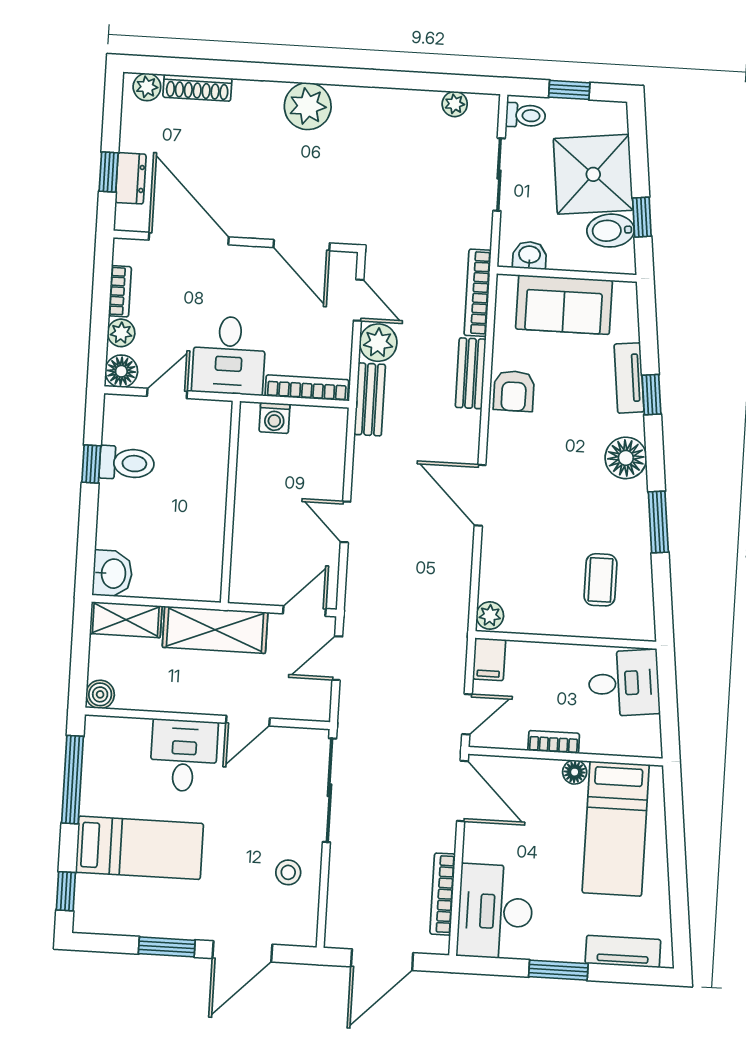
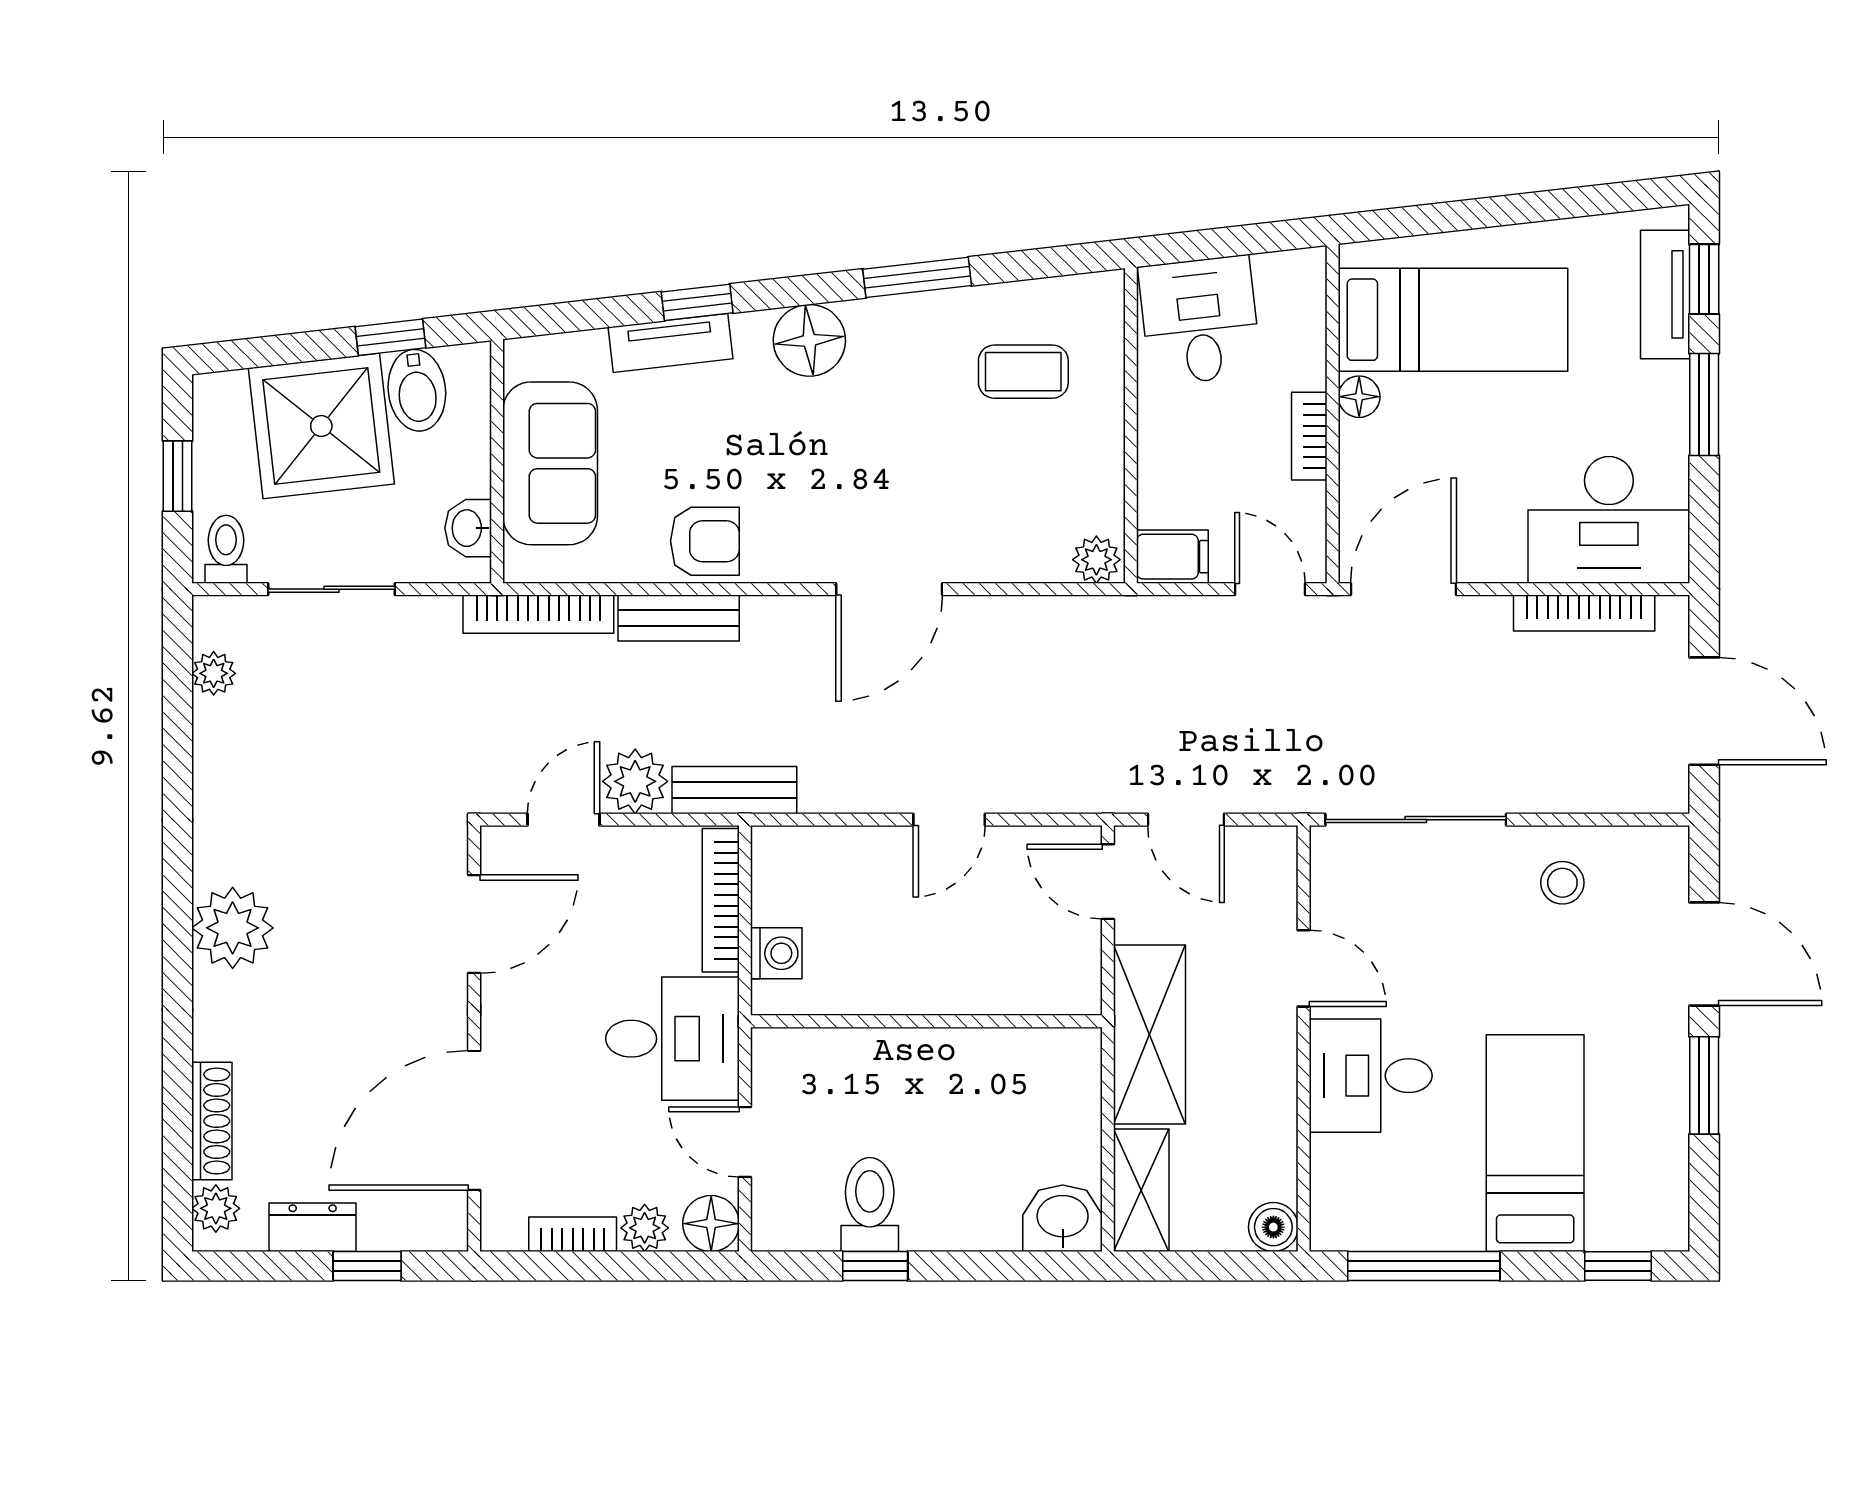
dresser: (131, 178) -> (313, 1227), moved
window: (630, 974) -> (1704, 279), added

